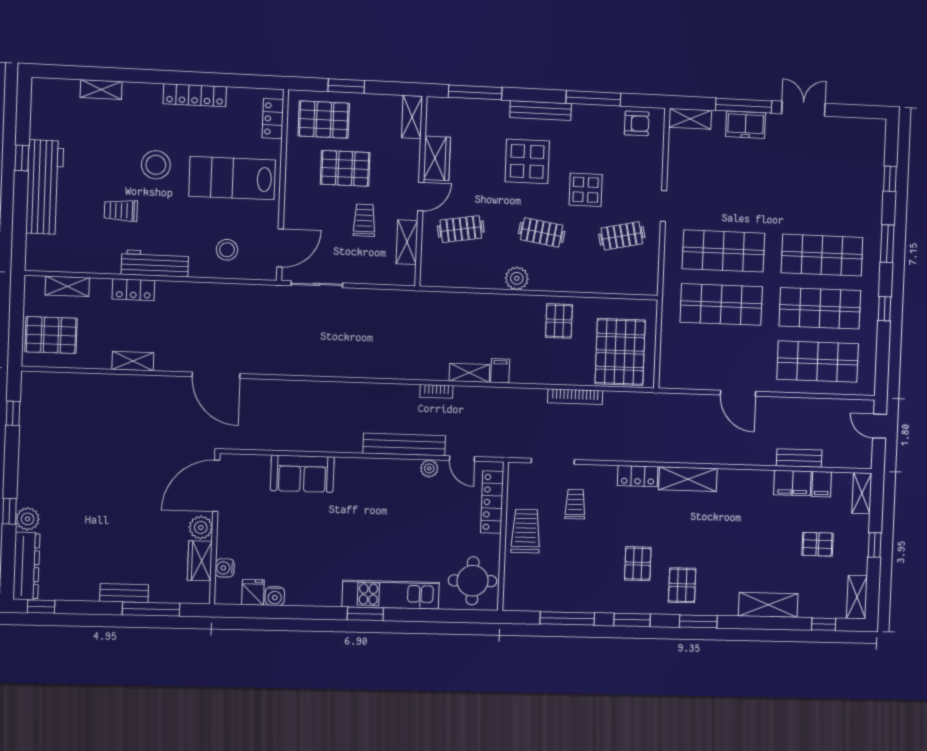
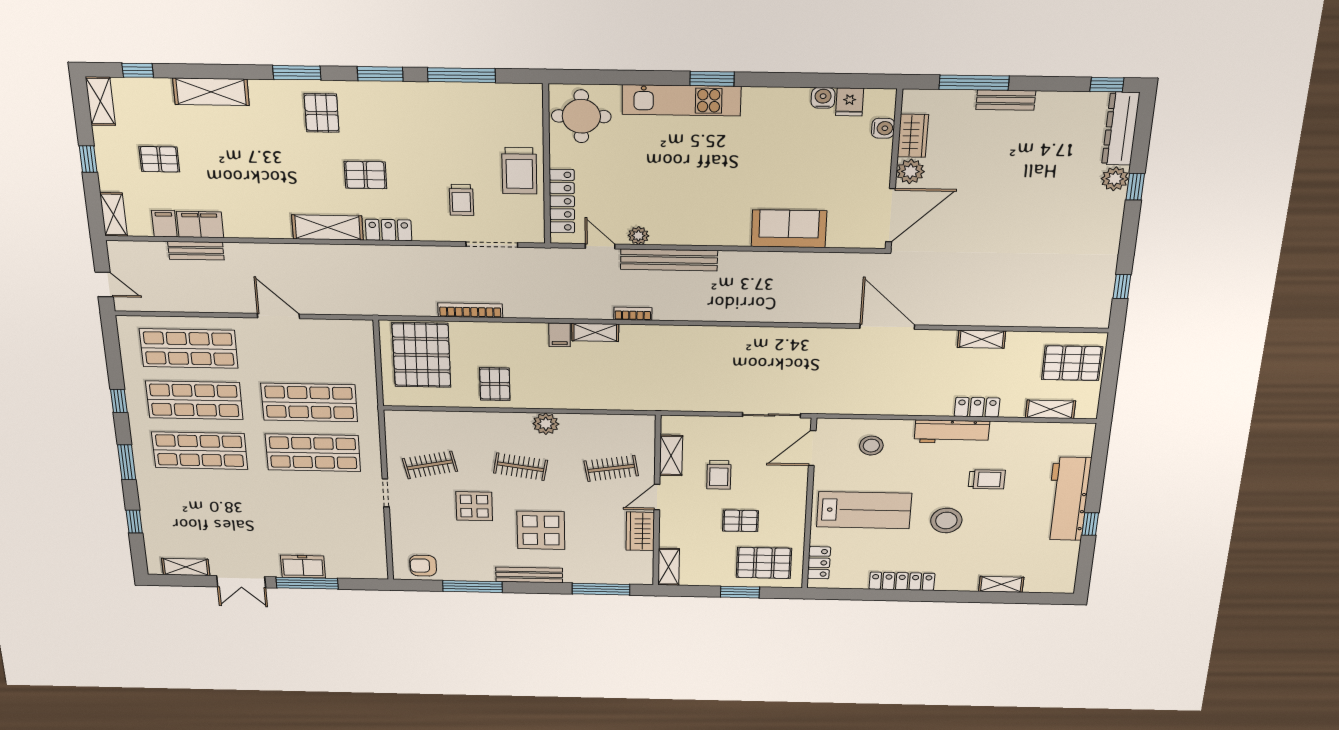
shelving: (690, 119) -> (186, 567), moved
pallet: (345, 168) -> (740, 521), width x0.67, depth x0.71
pallet: (638, 564) -> (365, 175), moved, turned 90

